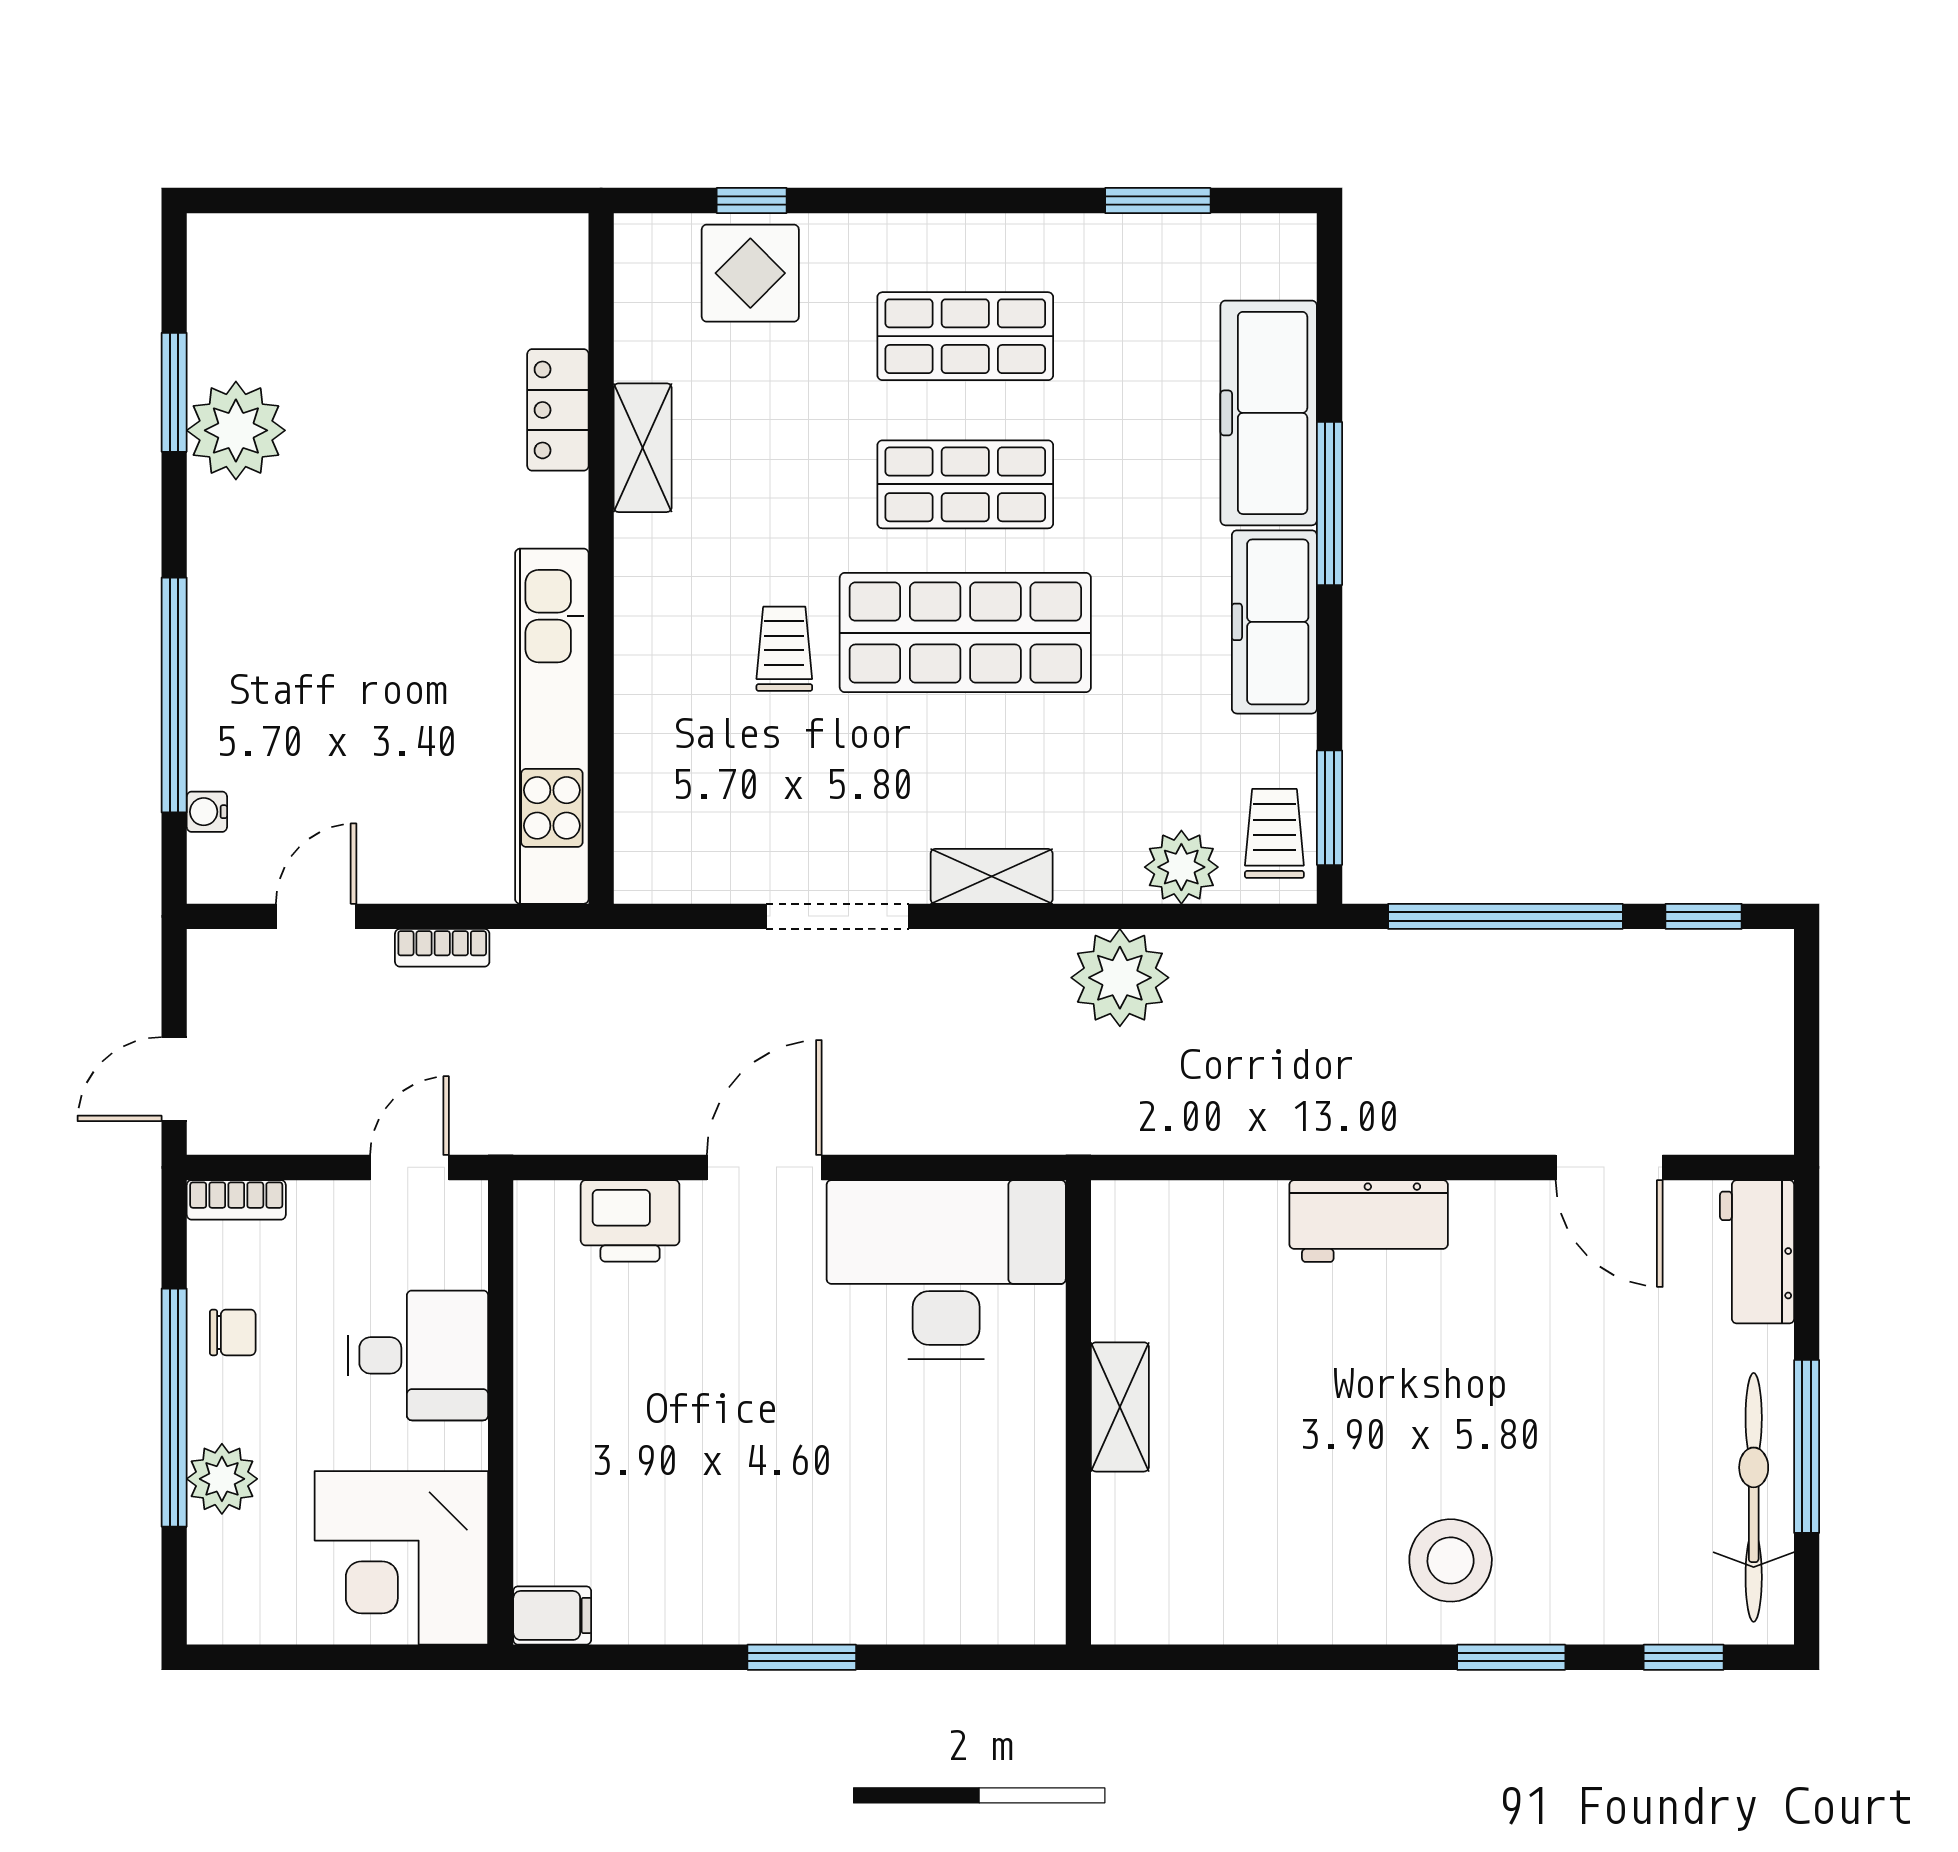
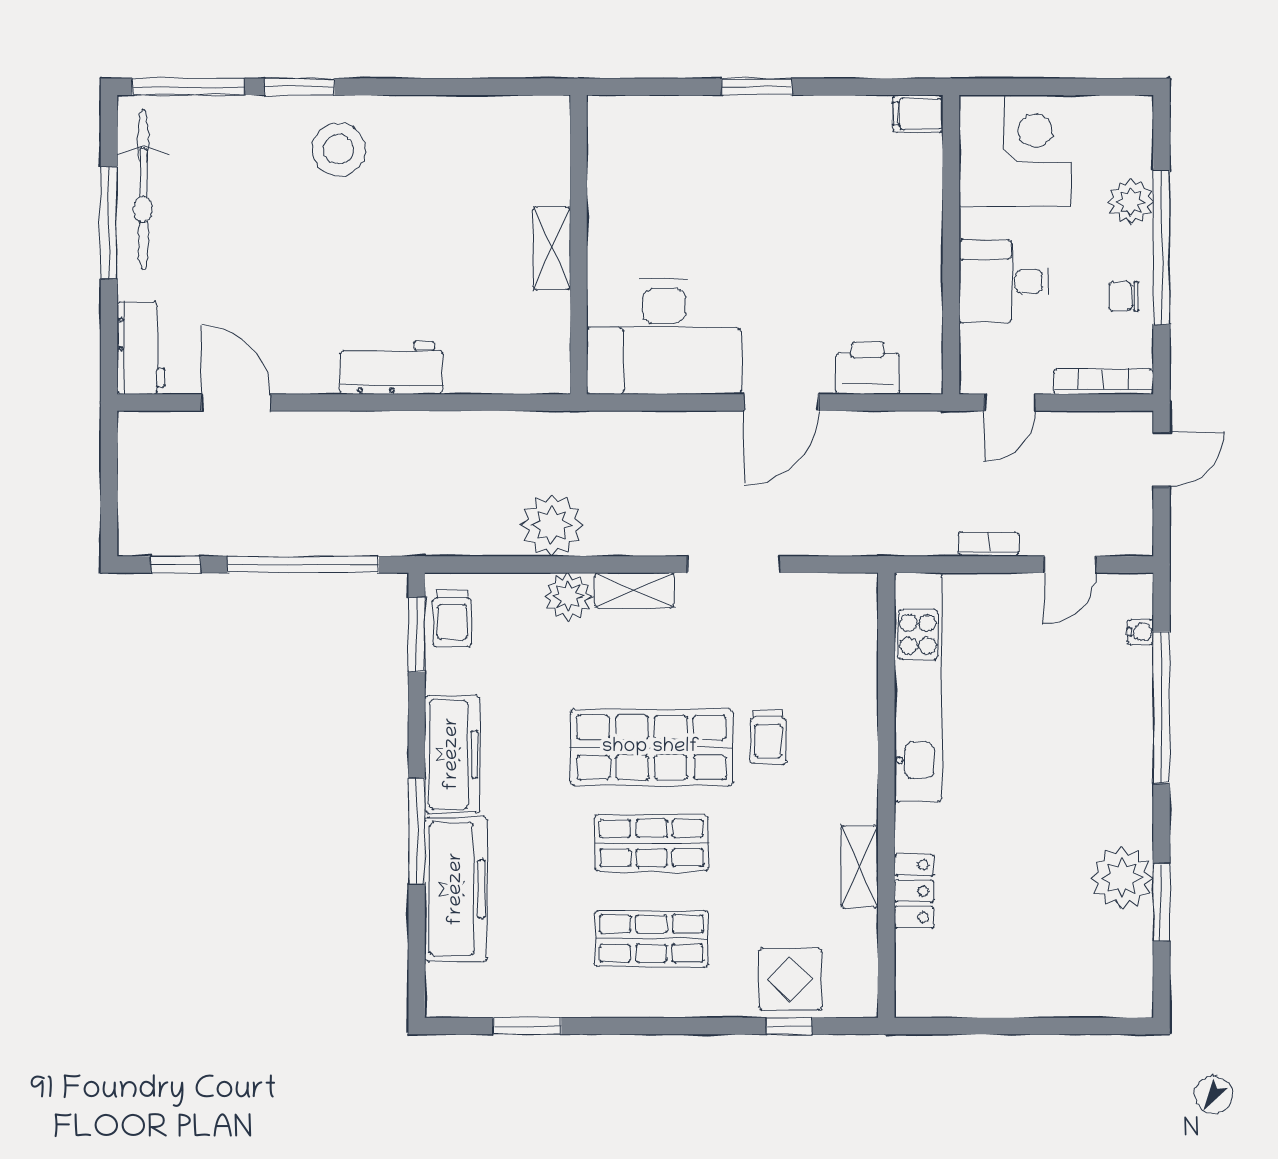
plant: (1181, 867) -> (568, 596), moved
bookcase: (236, 1200) -> (1104, 382), width x1.56
window: (1684, 1657) -> (188, 87), width x2.17

